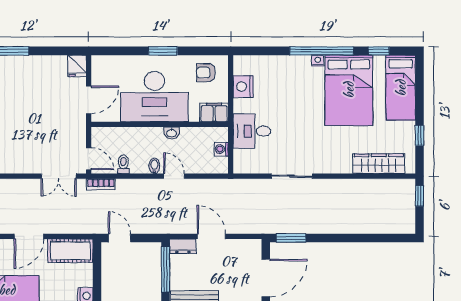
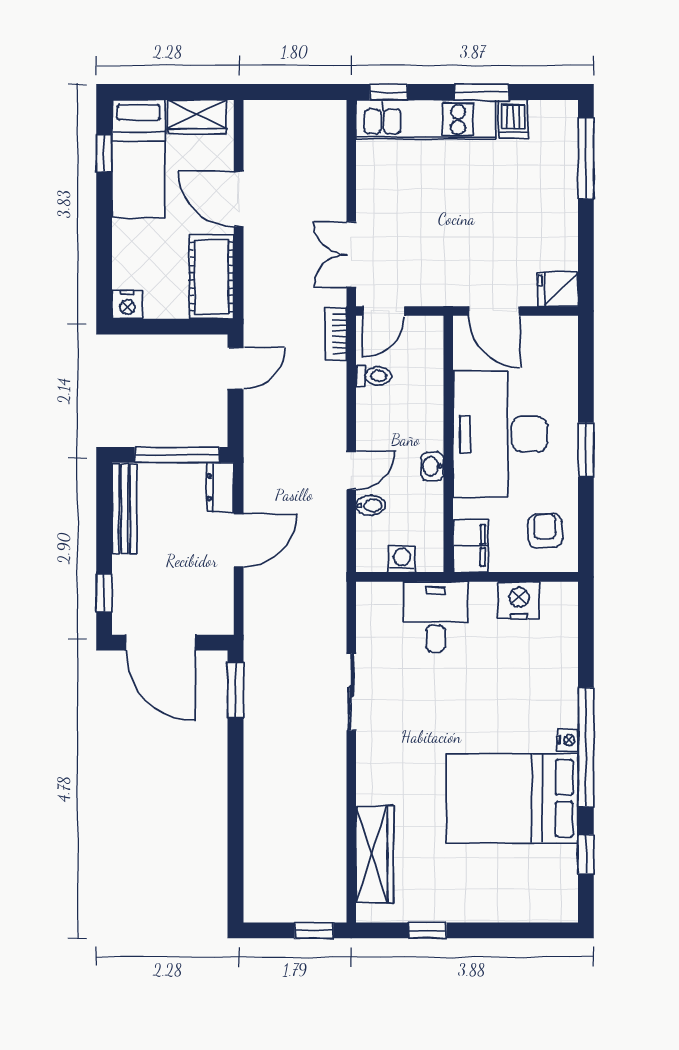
bed: (401, 88) -> (517, 895), removed
bidet: (154, 166) -> (371, 505), moved

